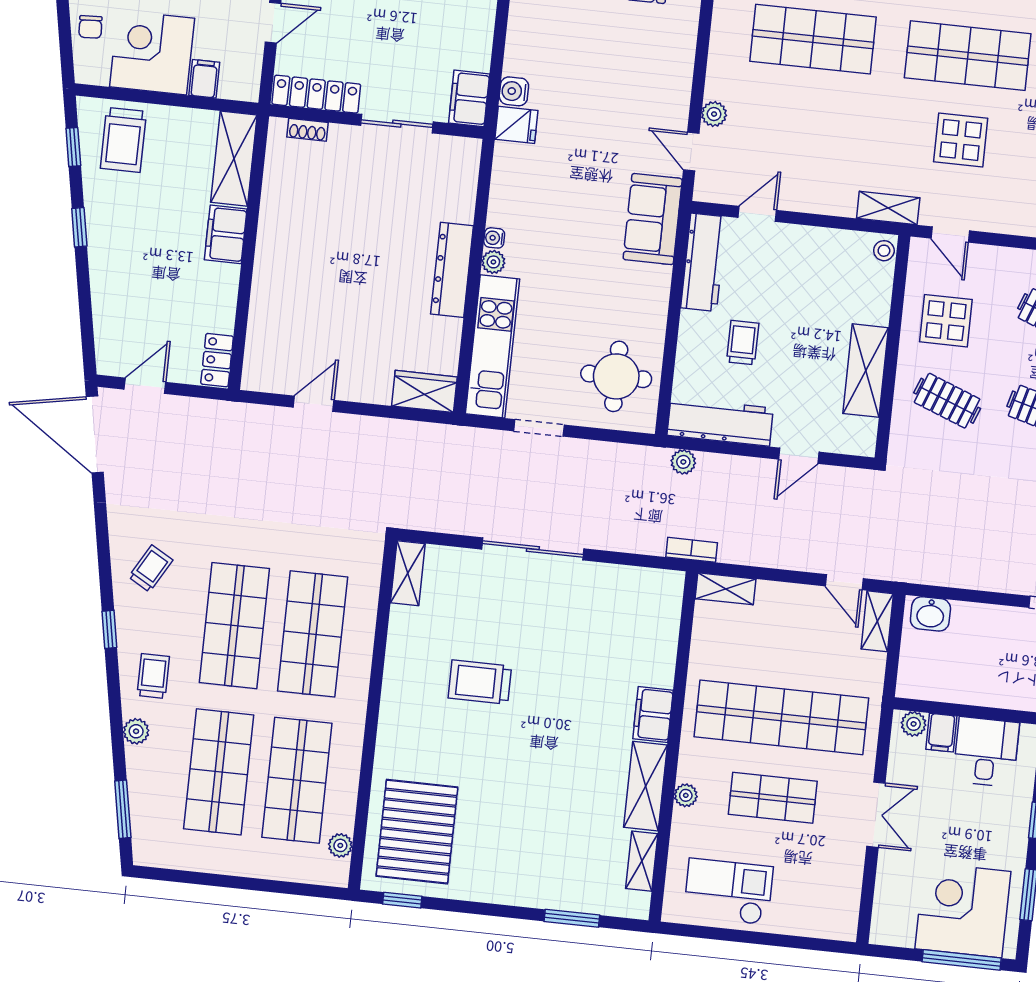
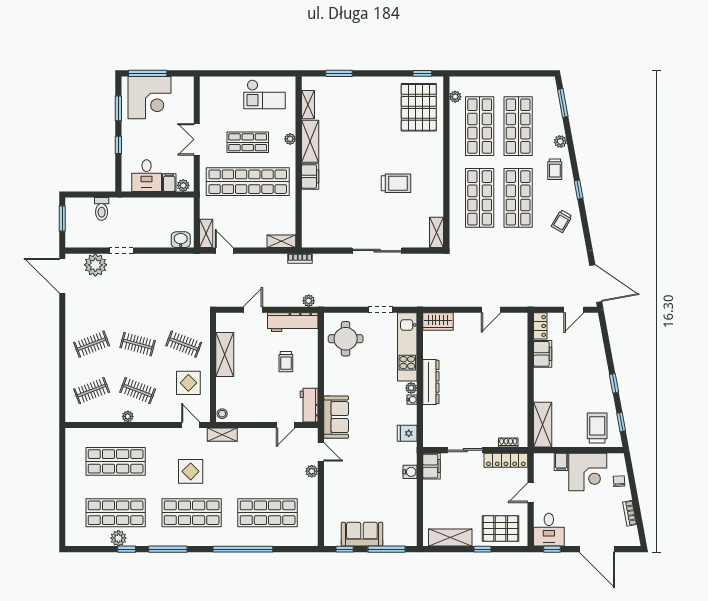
fridge: (516, 125) -> (407, 433), moved
filing cabinet: (226, 234) -> (543, 354), moved
workbench: (704, 262) -> (309, 405), width x0.73

